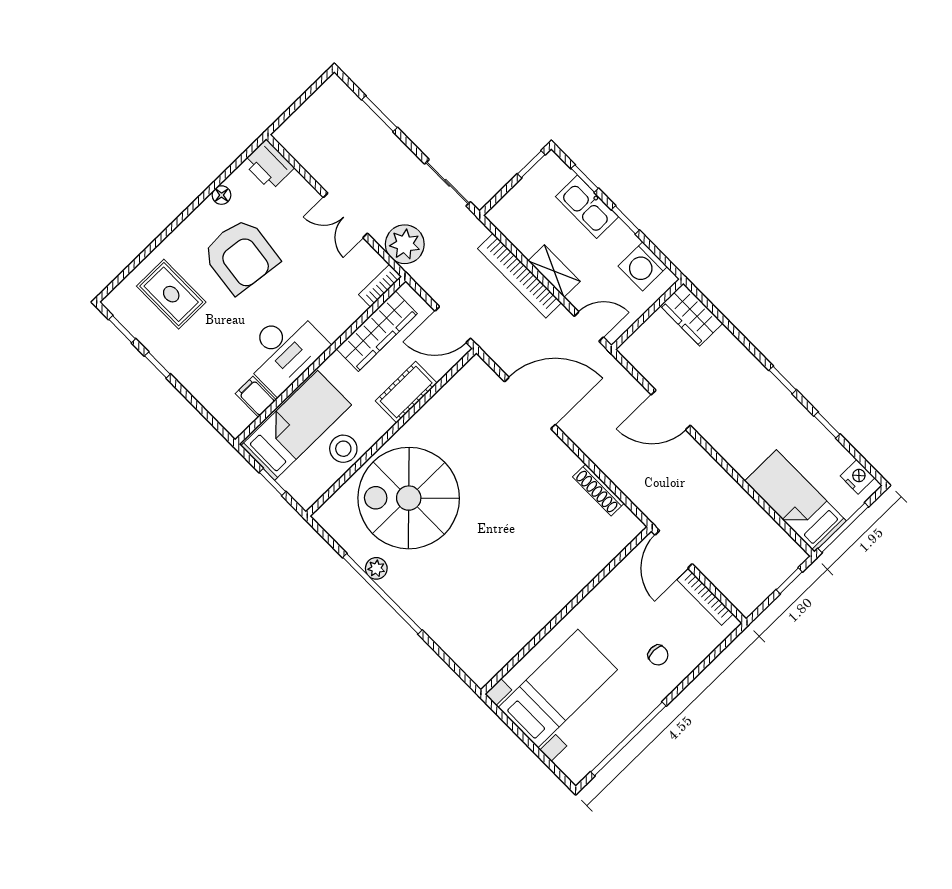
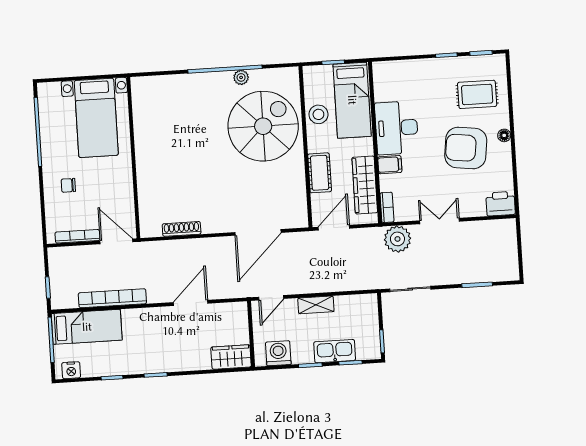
floor lamp: (222, 195) -> (504, 135), moved
bookcase: (520, 276) -> (112, 298), moved
filing cabinet: (256, 397) -> (390, 165), moved

